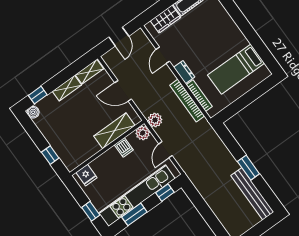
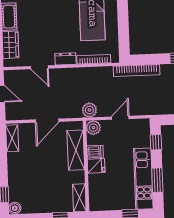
shelving: (67, 88) -> (79, 198), moved
bookcase: (187, 101) -> (137, 70), moved
door: (166, 150) -> (120, 118), swing flipped
fridge: (86, 175) -> (96, 166), moved
kitchen unit: (137, 196) -> (143, 179), width x0.73

